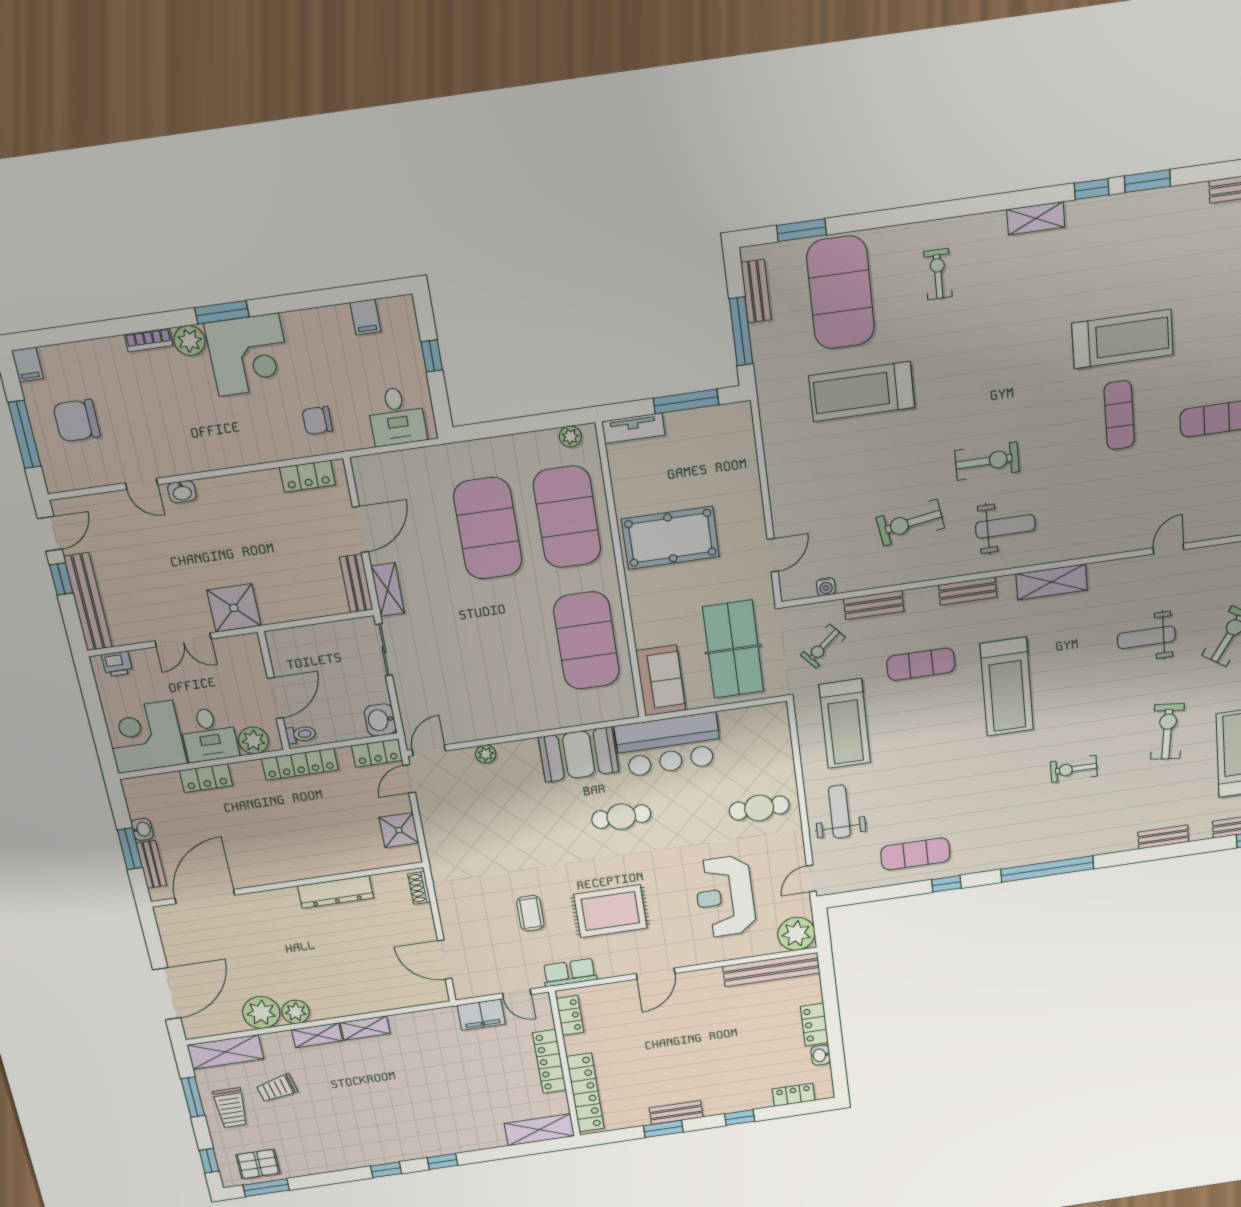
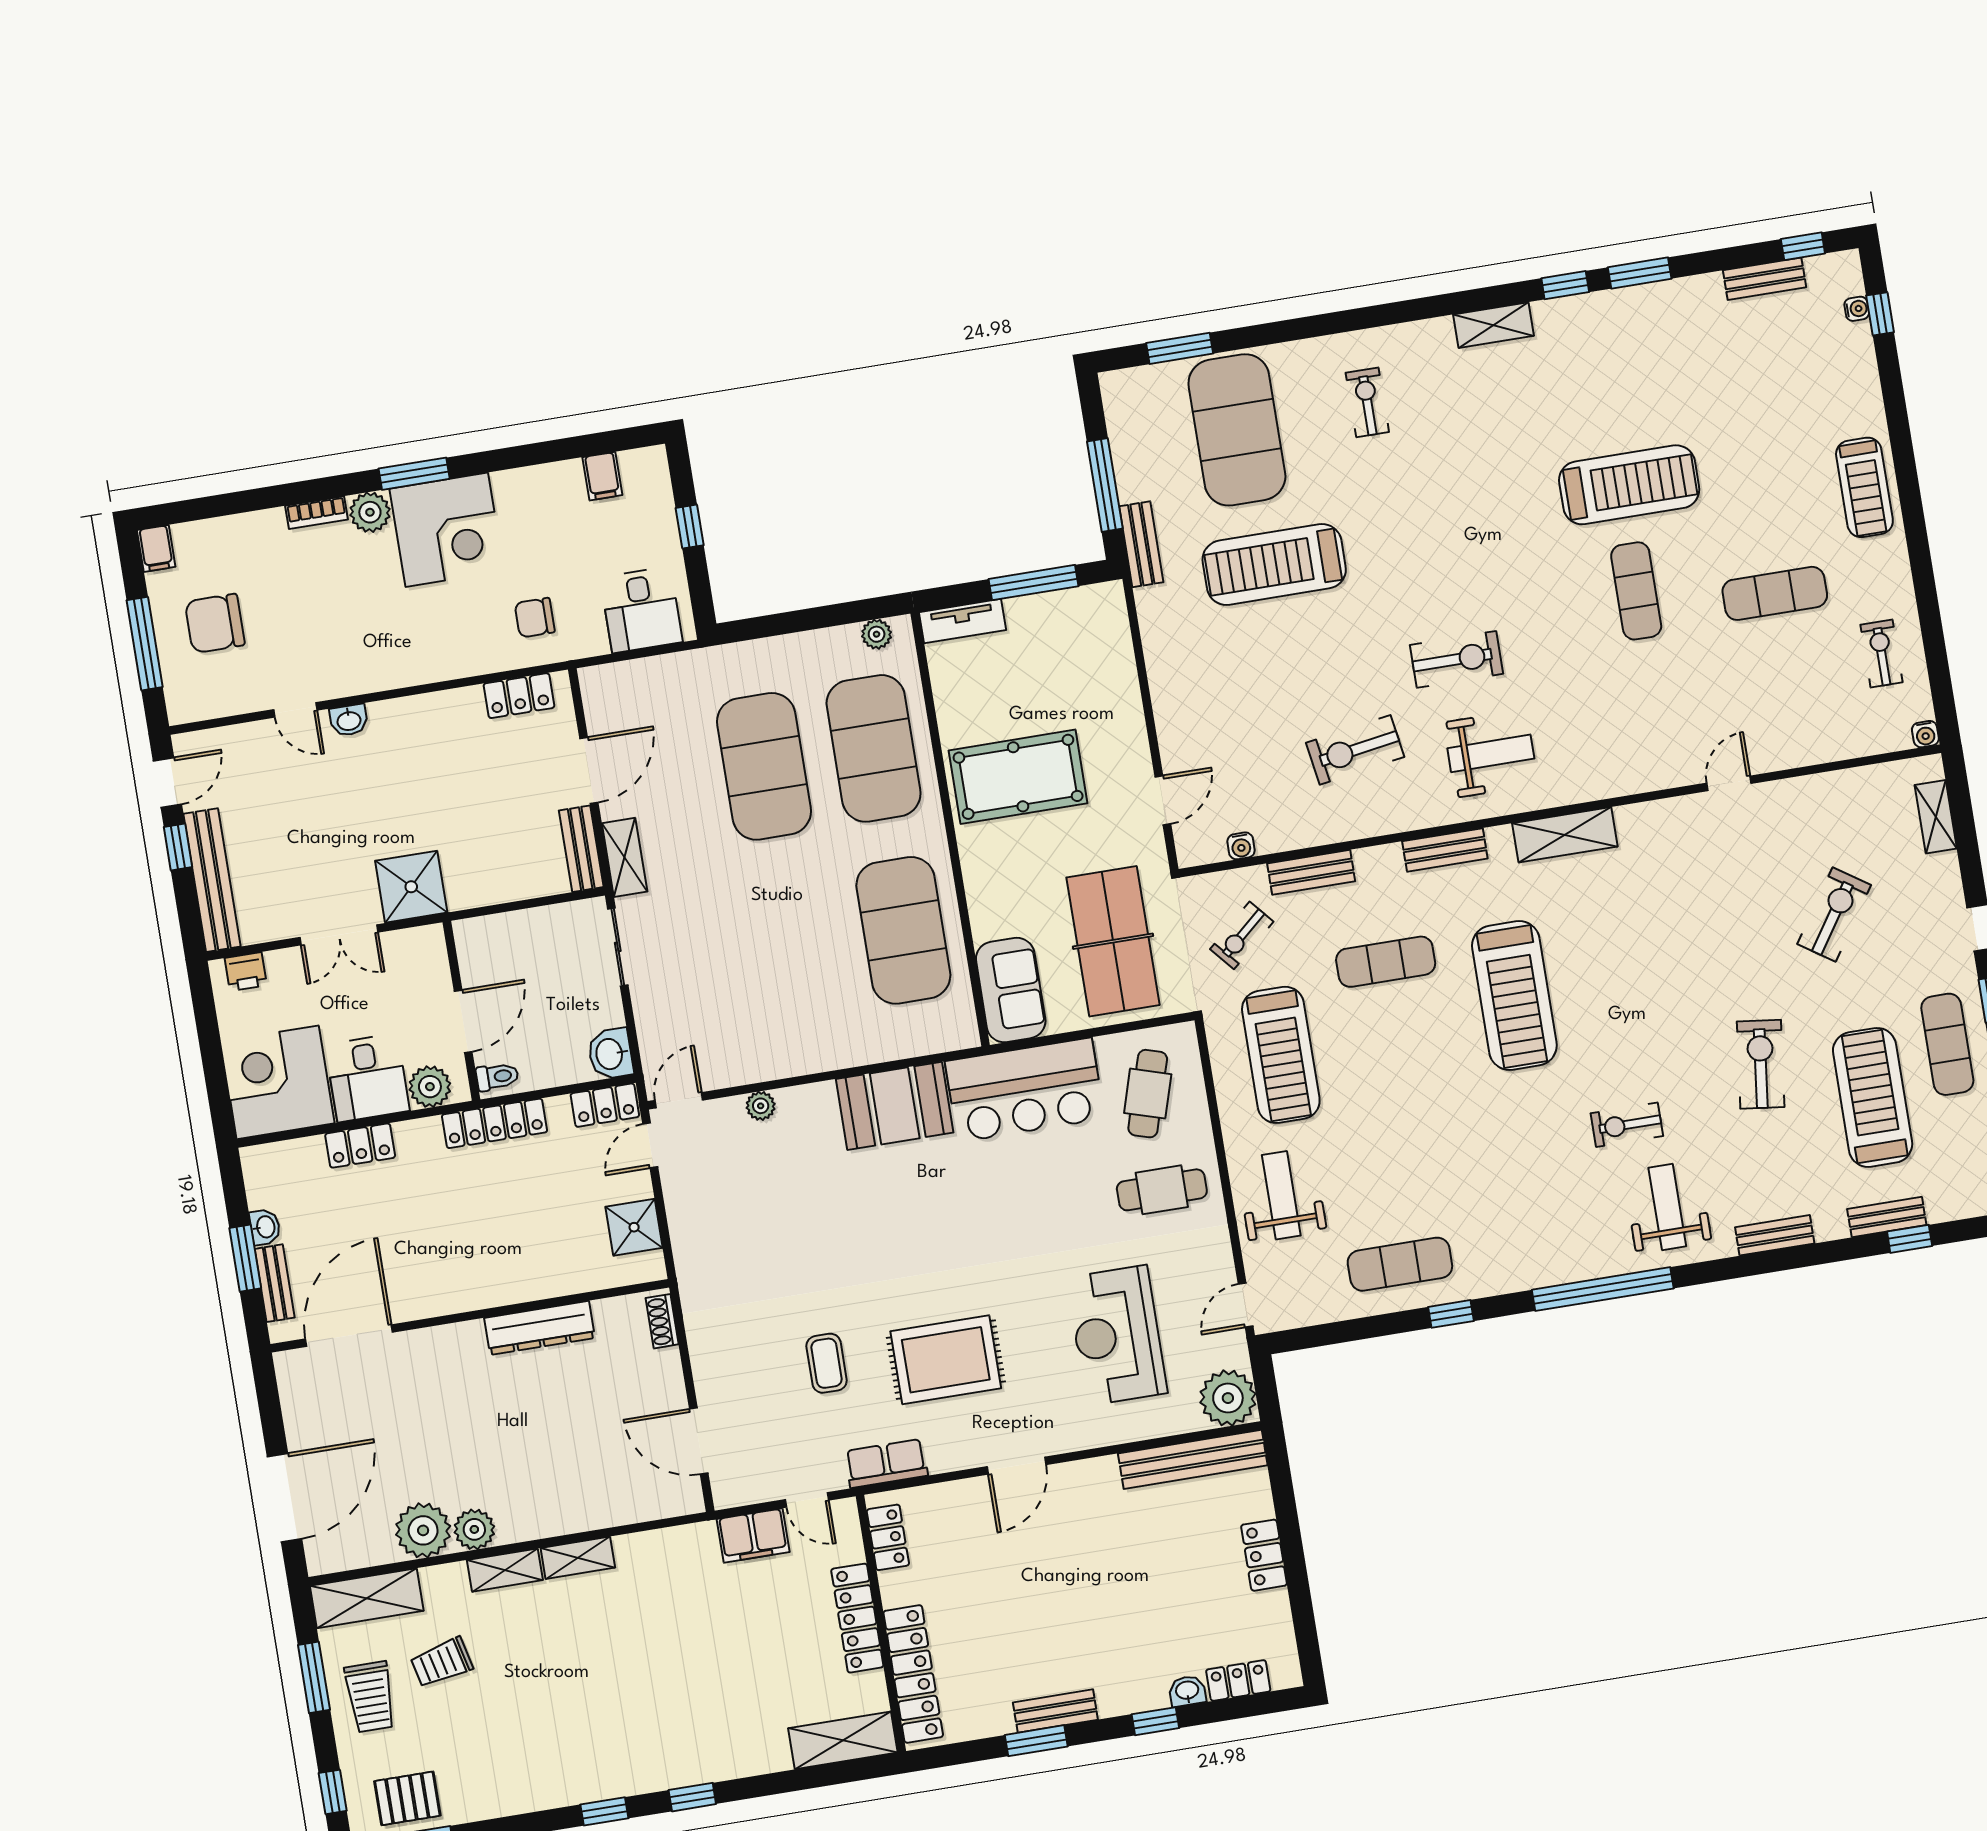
bench: (756, 291) -> (1141, 544), moved
weight bench: (1146, 637) -> (1667, 1207), moved, turned 90
cafe table: (621, 817) -> (1148, 1094), moved, turned -73
washbasin: (821, 1055) -> (1187, 1691), moved, turned 90

